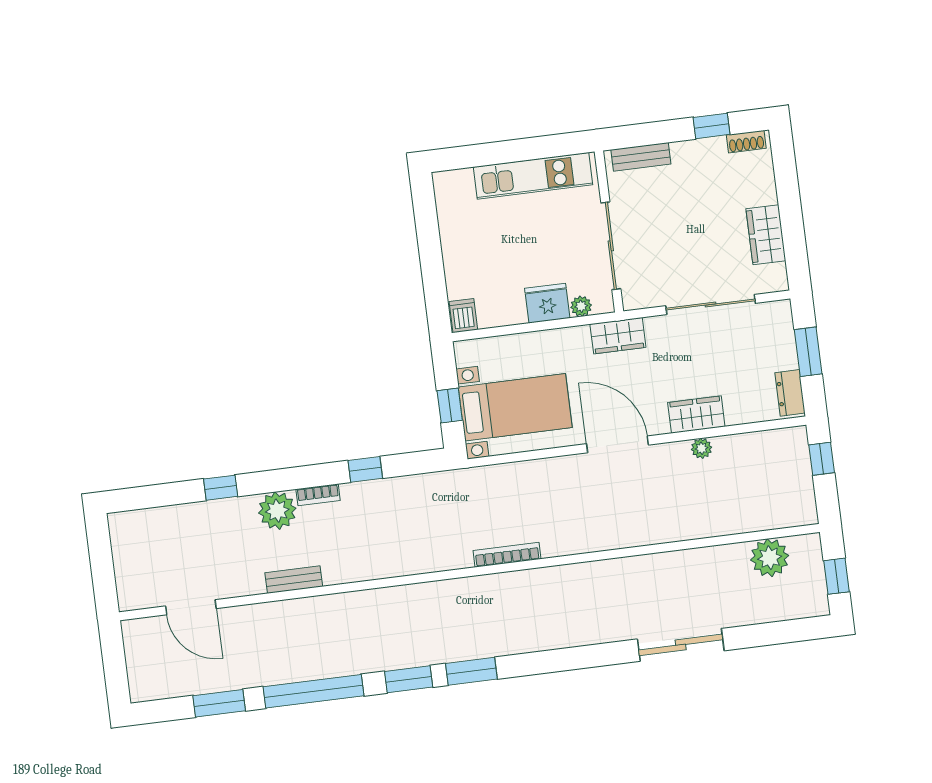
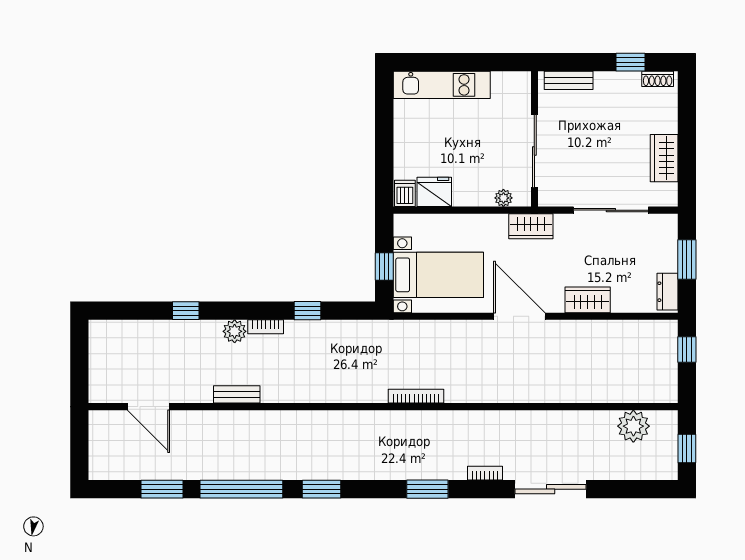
kitchen unit: (533, 176) -> (442, 85), moved
fridge: (547, 303) -> (434, 192), moved
plant: (702, 448) -> (588, 328), removed
plant: (277, 511) -> (235, 331), width x0.73, depth x0.73
bookcase: (600, 636) -> (485, 473), added
window: (471, 671) -> (427, 489), moved

